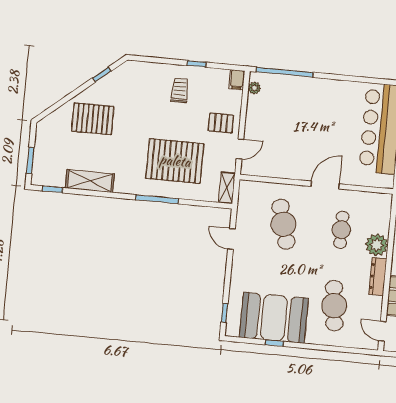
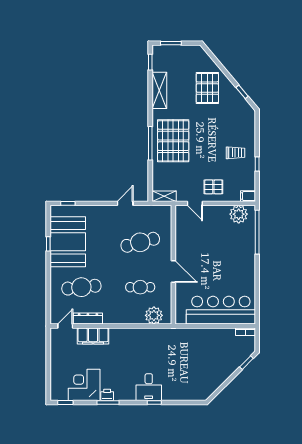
plant: (254, 88) -> (239, 214), width x1.88, depth x1.88
pallet: (221, 123) -> (213, 187), turned 90
pallet: (175, 161) -> (173, 141), moved
plant: (377, 245) -> (154, 315), moved
dresser: (378, 277) -> (88, 319), moved

